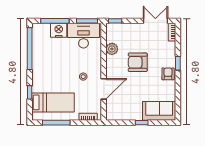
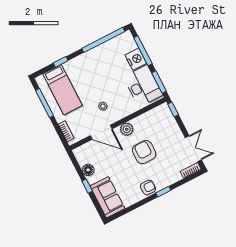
plant: (112, 49) -> (127, 129), moved
floor lamp: (129, 115) -> (88, 170), added

